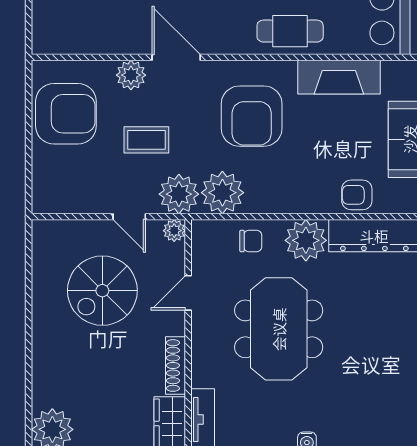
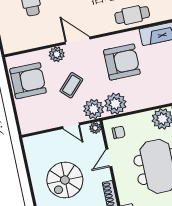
armchair: (252, 116) -> (122, 62), turned -90
coffee table: (146, 140) -> (71, 85), turned -46
chair: (251, 241) -> (119, 132), moved
spiral stairs: (102, 291) -> (65, 180), moved

